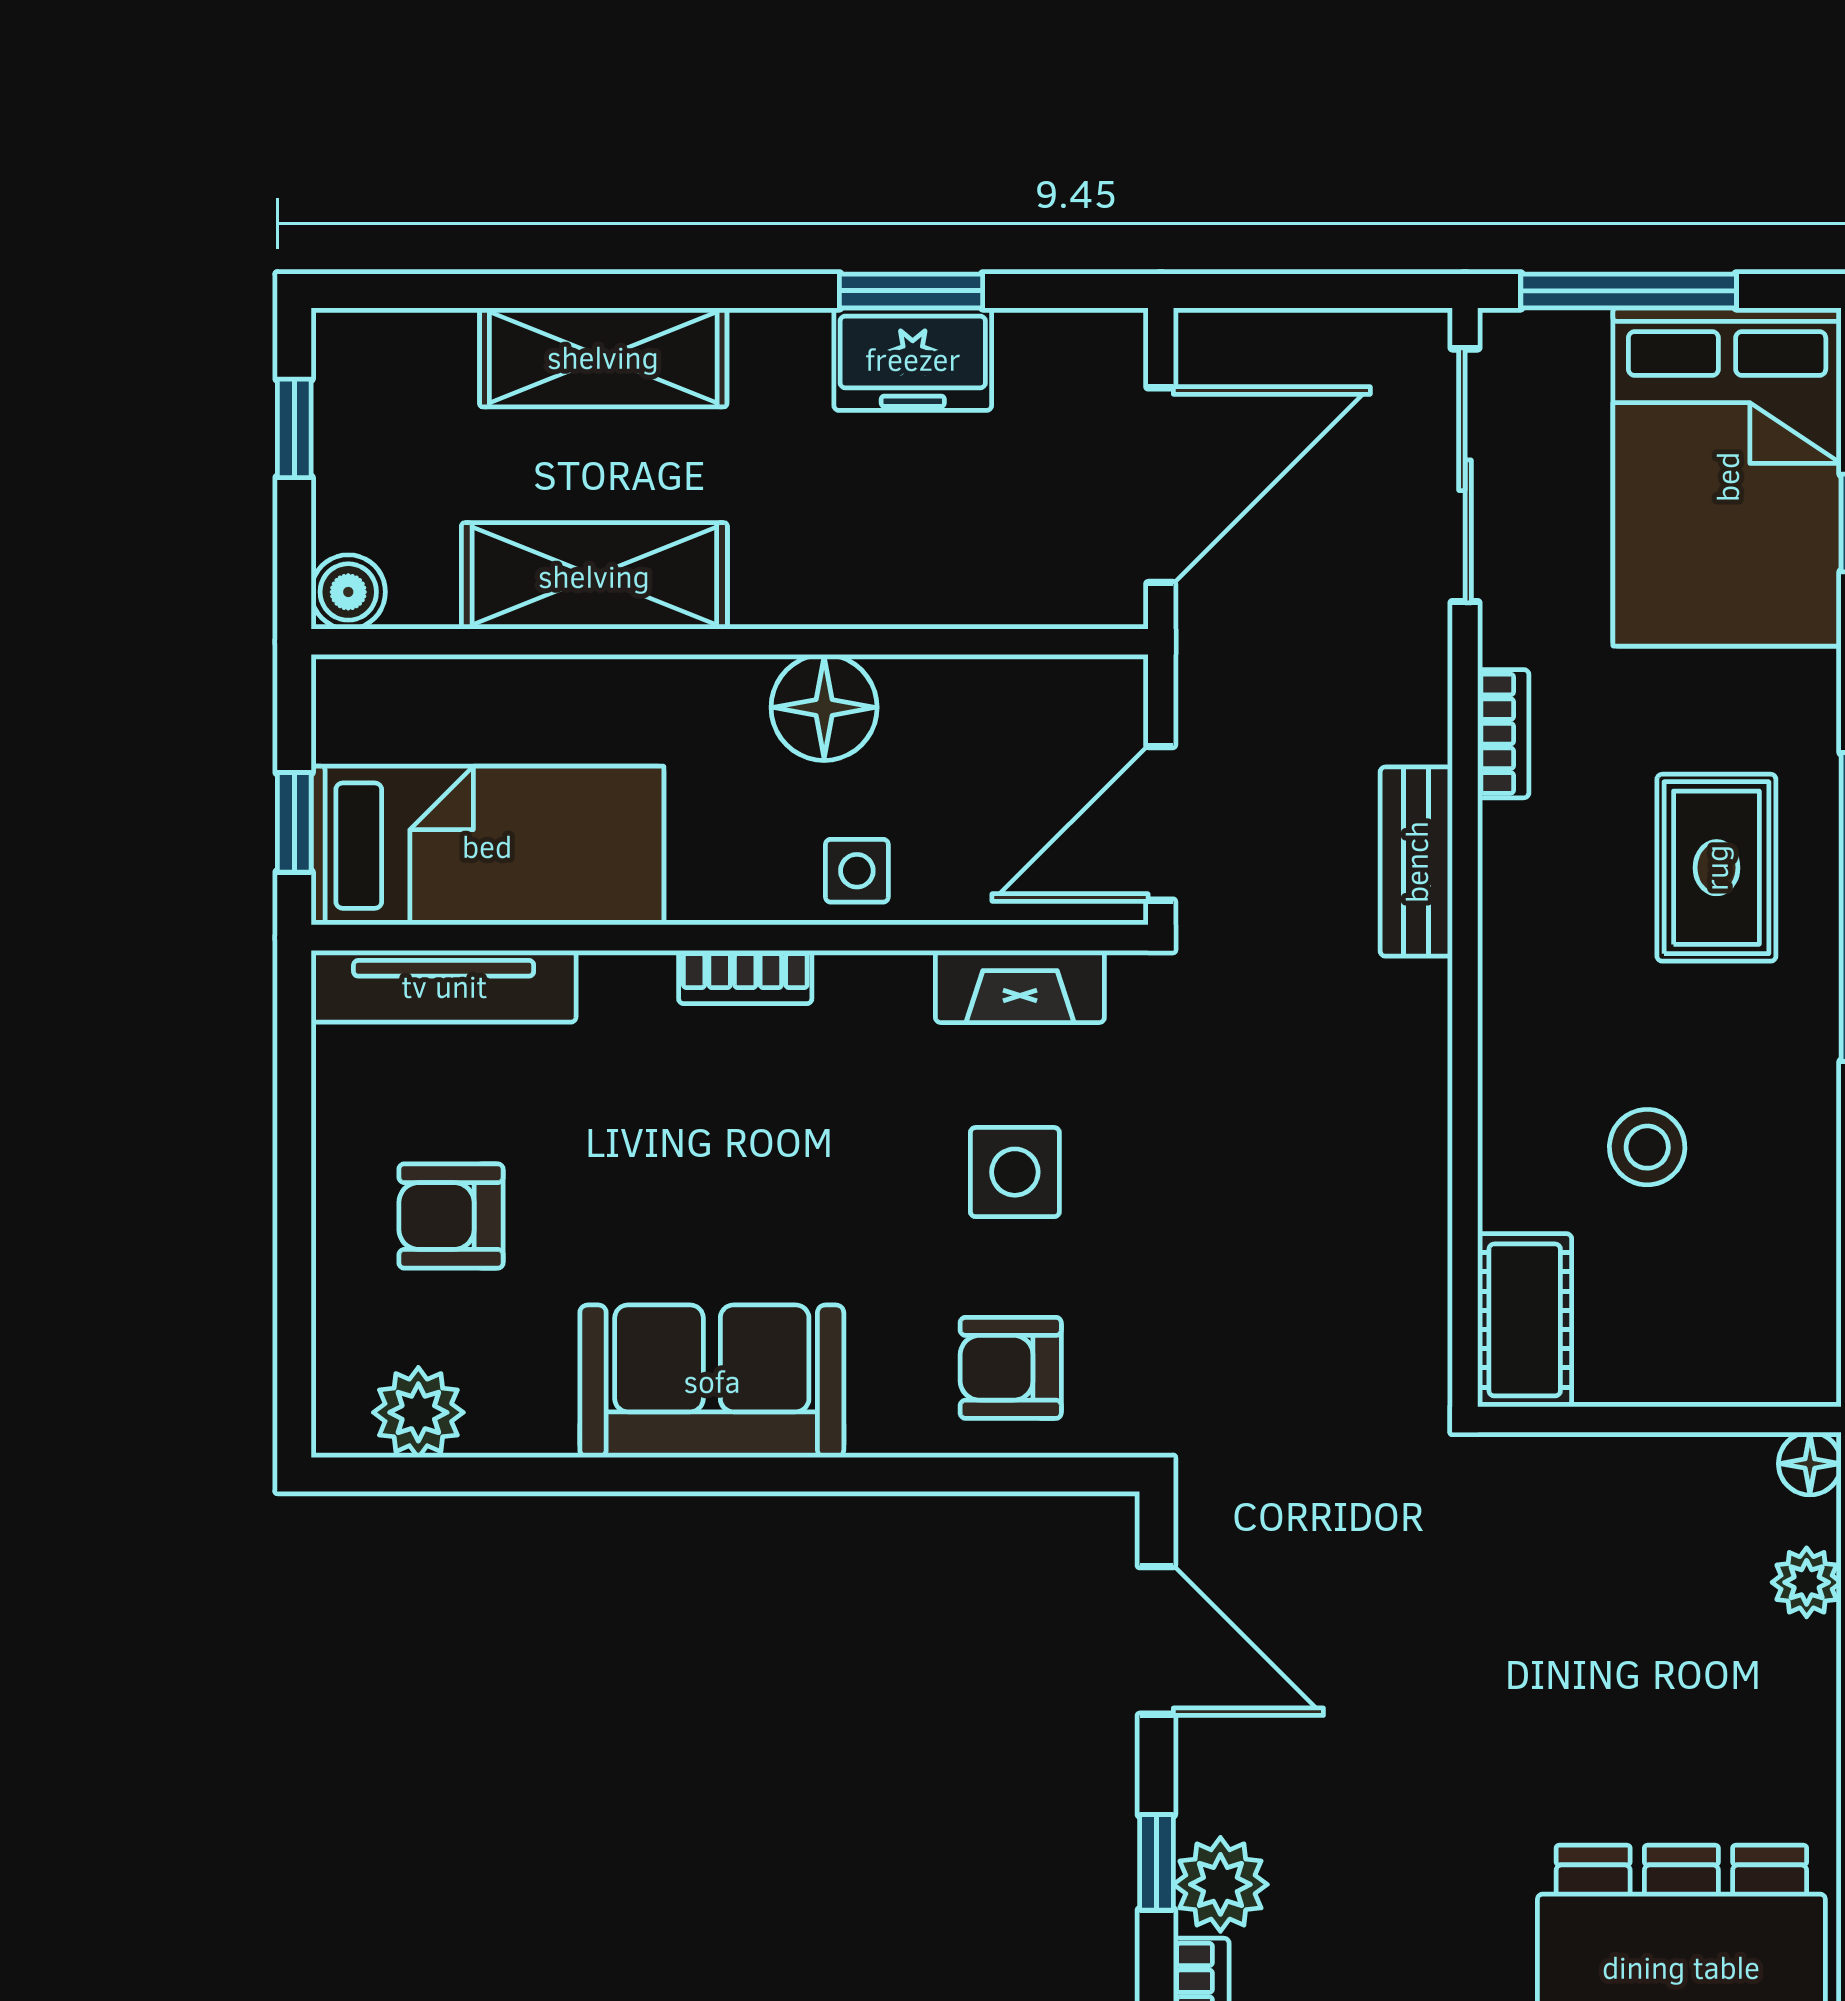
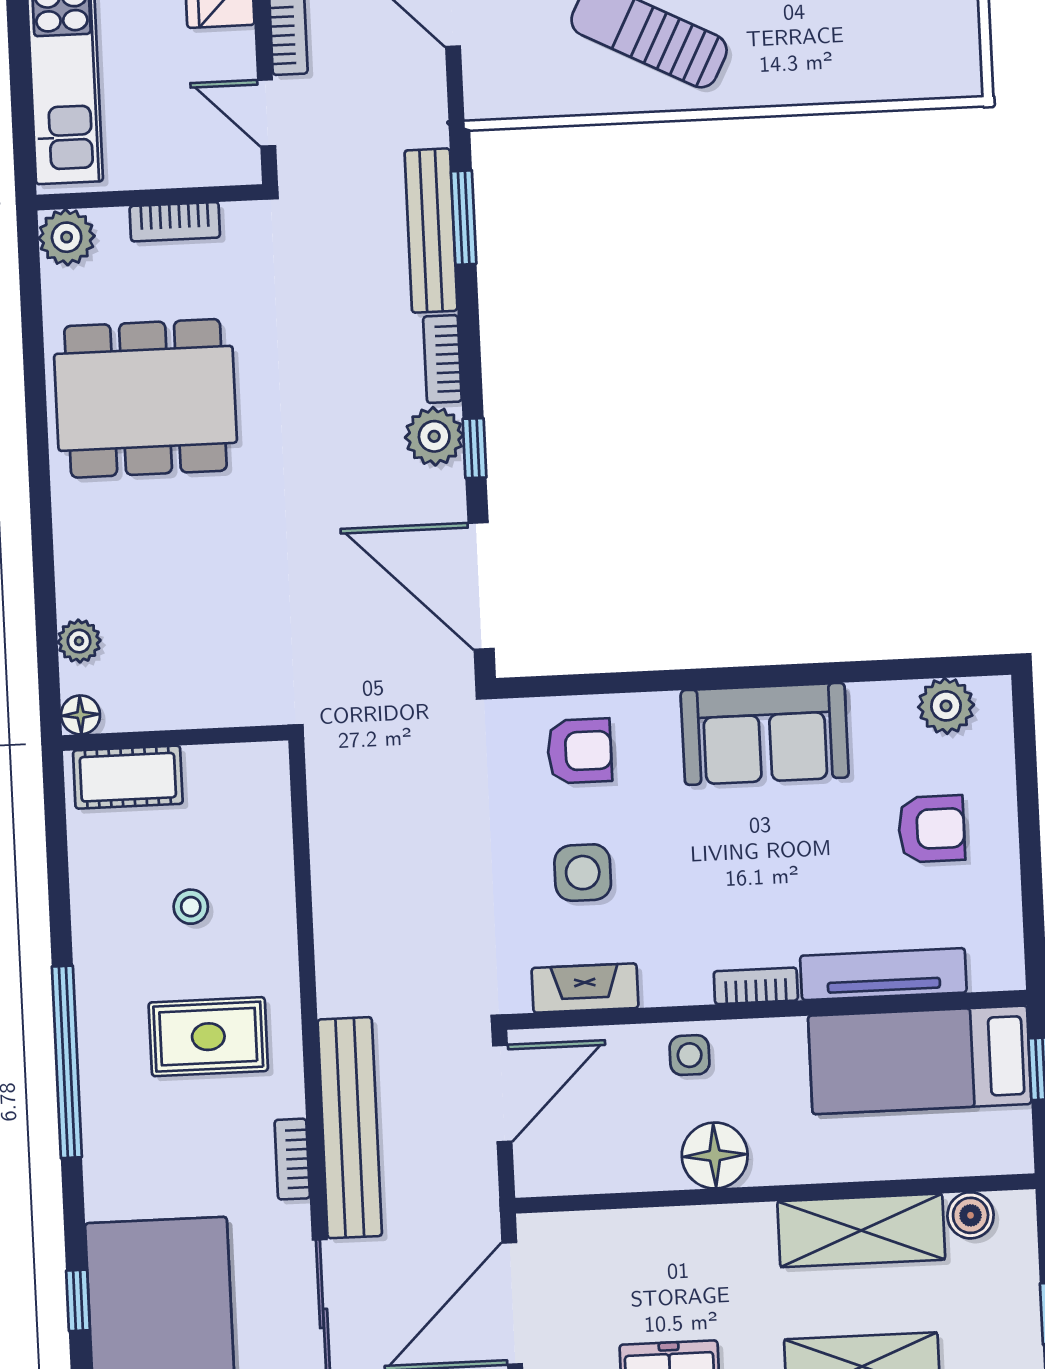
boiler: (348, 592) -> (971, 1215), moved
bench: (1416, 862) -> (350, 1128), width x1.86, depth x1.21
rug: (1716, 868) -> (208, 1037), moved, turned 90
tv unit: (444, 986) -> (883, 974), moved
stool: (1647, 1147) -> (191, 907), width x0.73, depth x0.73
cot: (1525, 1320) -> (128, 777), moved, turned 90
door: (1156, 1640) -> (481, 586), width x1.36

